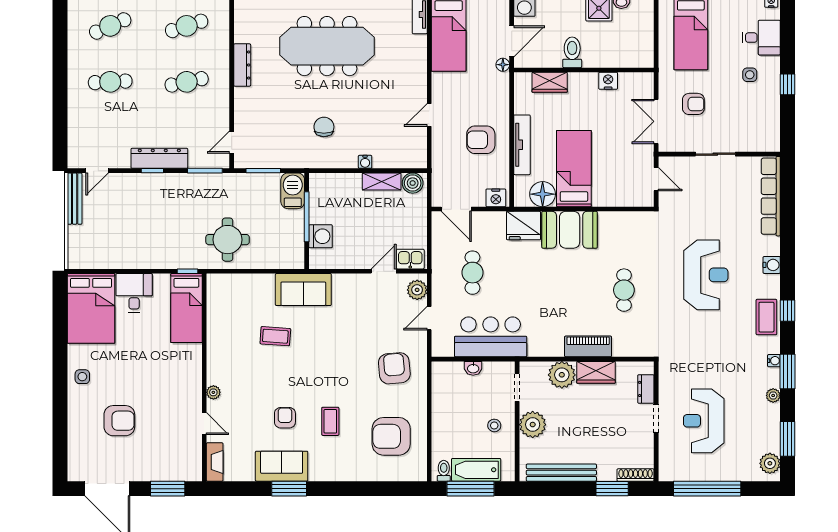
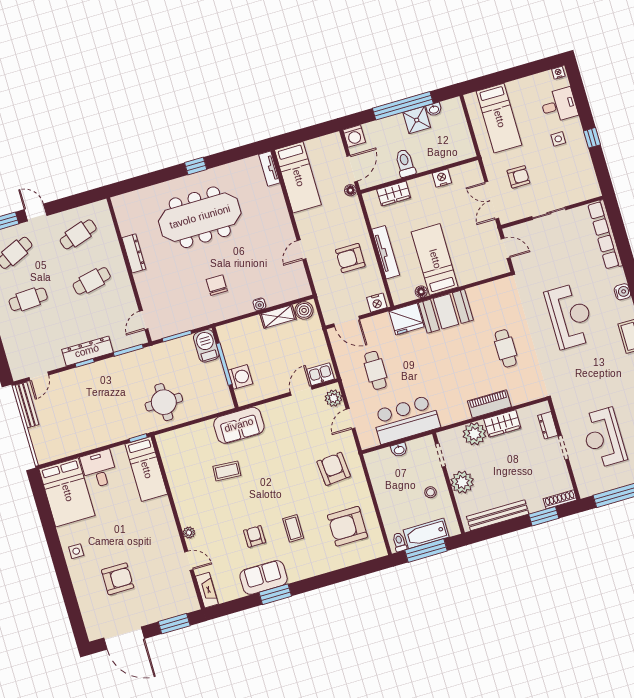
floor lamp: (543, 194) -> (421, 292), width x0.53, depth x0.53

